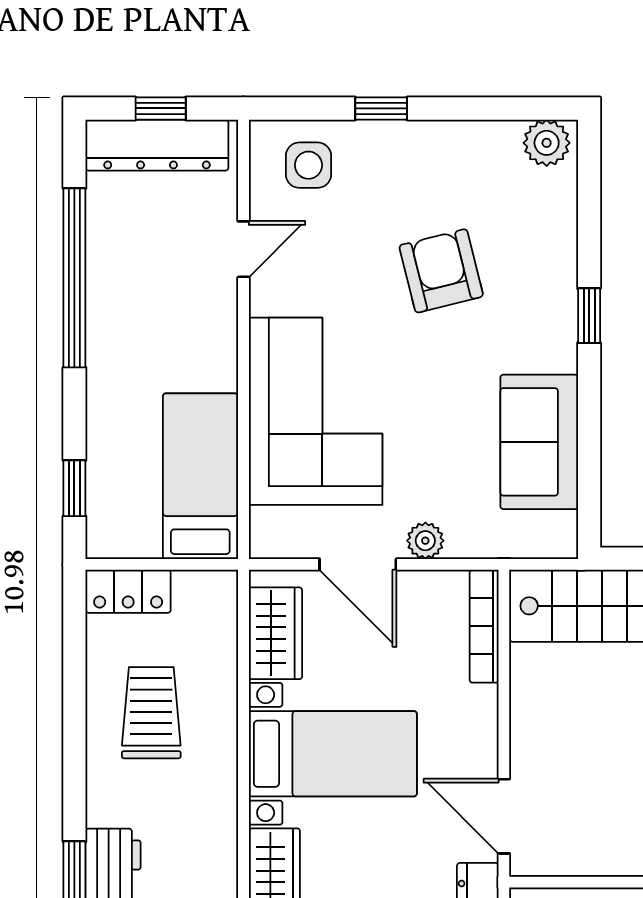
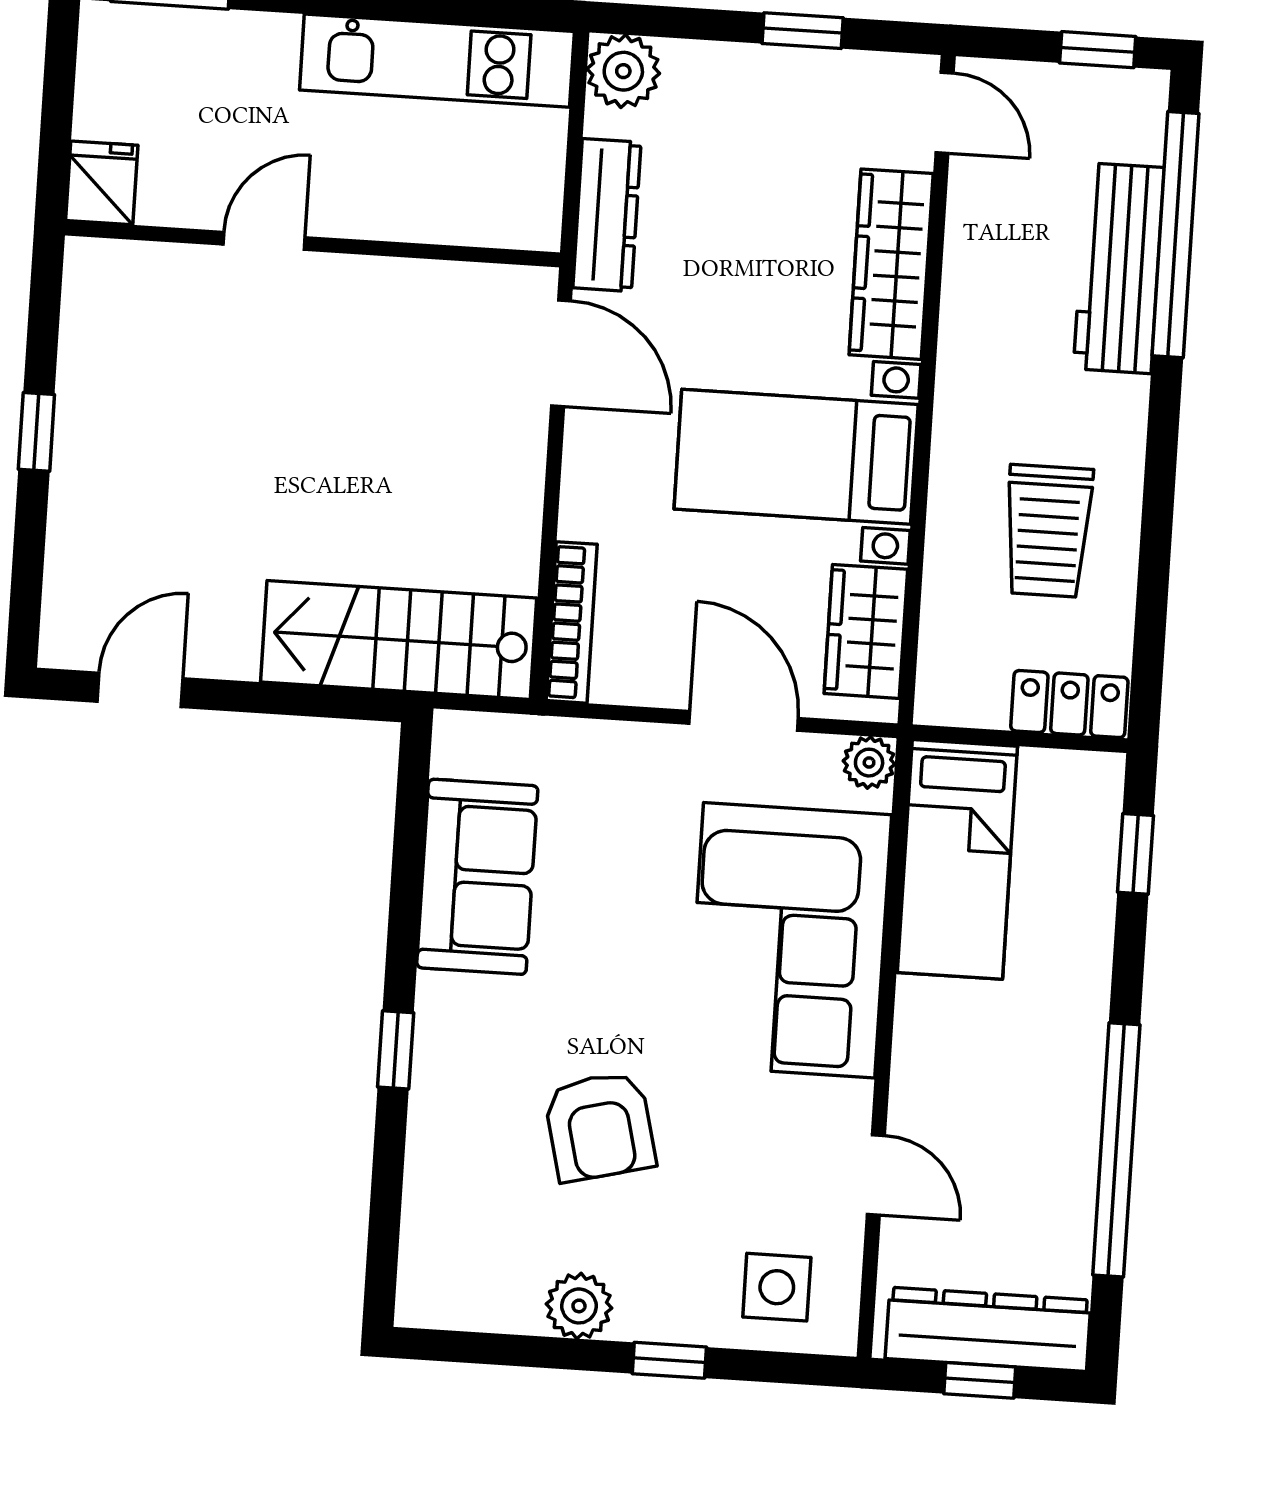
plant: (547, 143) -> (579, 1306), moved
door: (243, 249) -> (876, 1175), swing flipped
plant: (425, 541) -> (869, 763), moved

